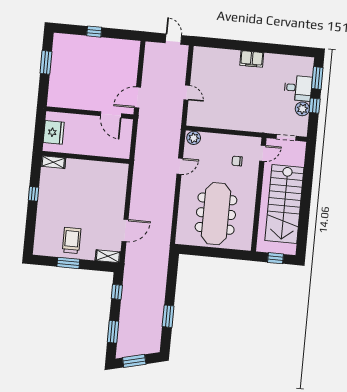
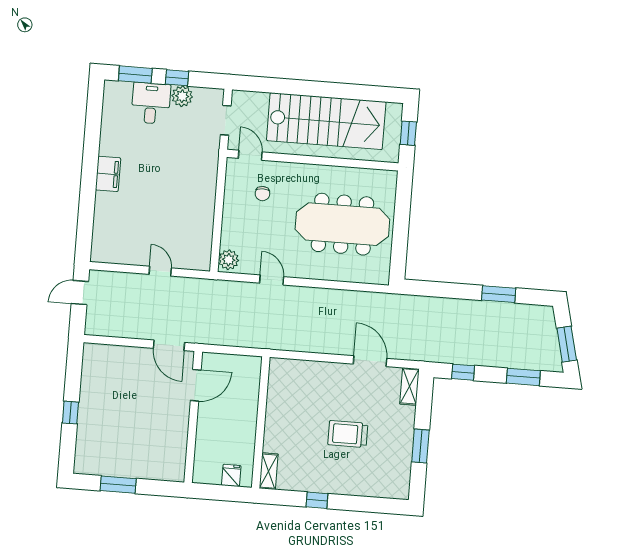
door: (187, 93) -> (160, 271), hinge flipped
fridge: (54, 132) -> (231, 475), width x0.53, depth x0.75
trolley: (72, 240) -> (348, 434), moved

